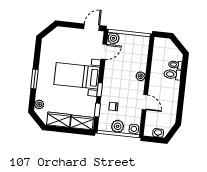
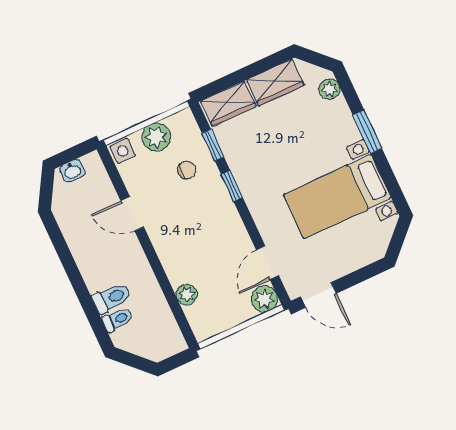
door: (92, 27) -> (318, 295), hinge flipped
bed with nightstands: (77, 76) -> (337, 197), moved, turned 180
plant: (141, 76) -> (187, 295), moved

